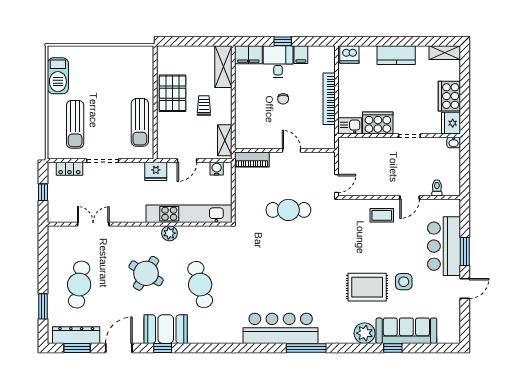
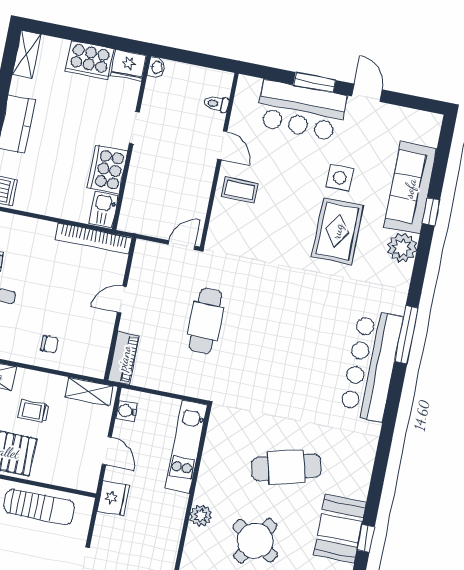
chair: (283, 99) -> (49, 344), moved
bookcase: (329, 99) -> (94, 238), moved
door: (336, 184) -> (182, 245), hinge flipped
kitchen unit: (189, 214) -> (186, 447), width x0.73
coffee table: (382, 215) -> (240, 190), turned 90
plant: (169, 233) -> (201, 516), moved

